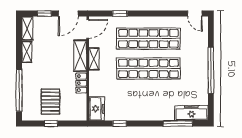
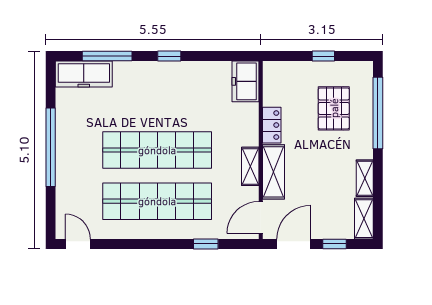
pallet: (50, 102) -> (334, 108), moved
window: (120, 124) -> (169, 56), moved

